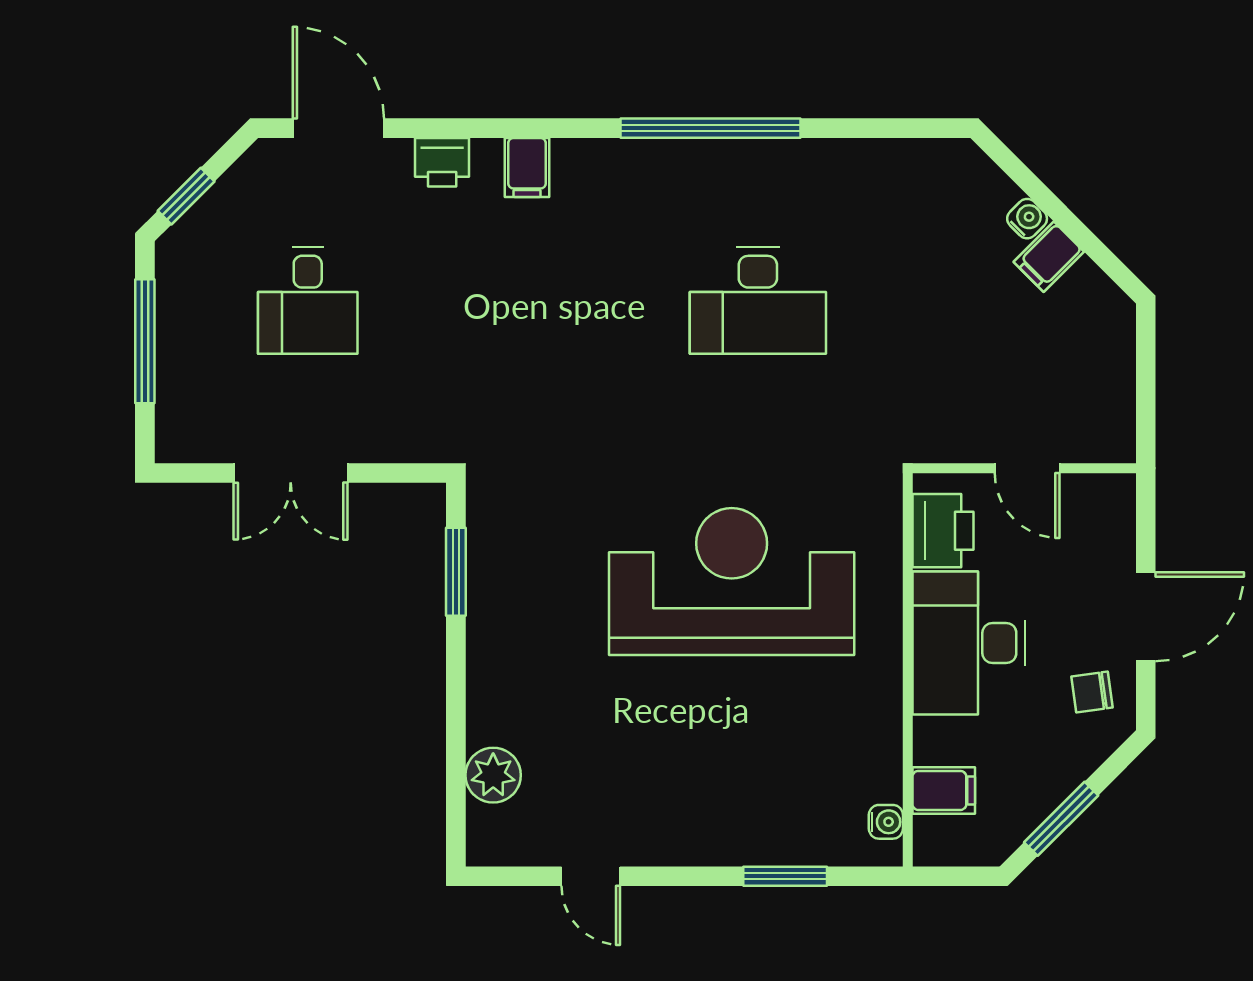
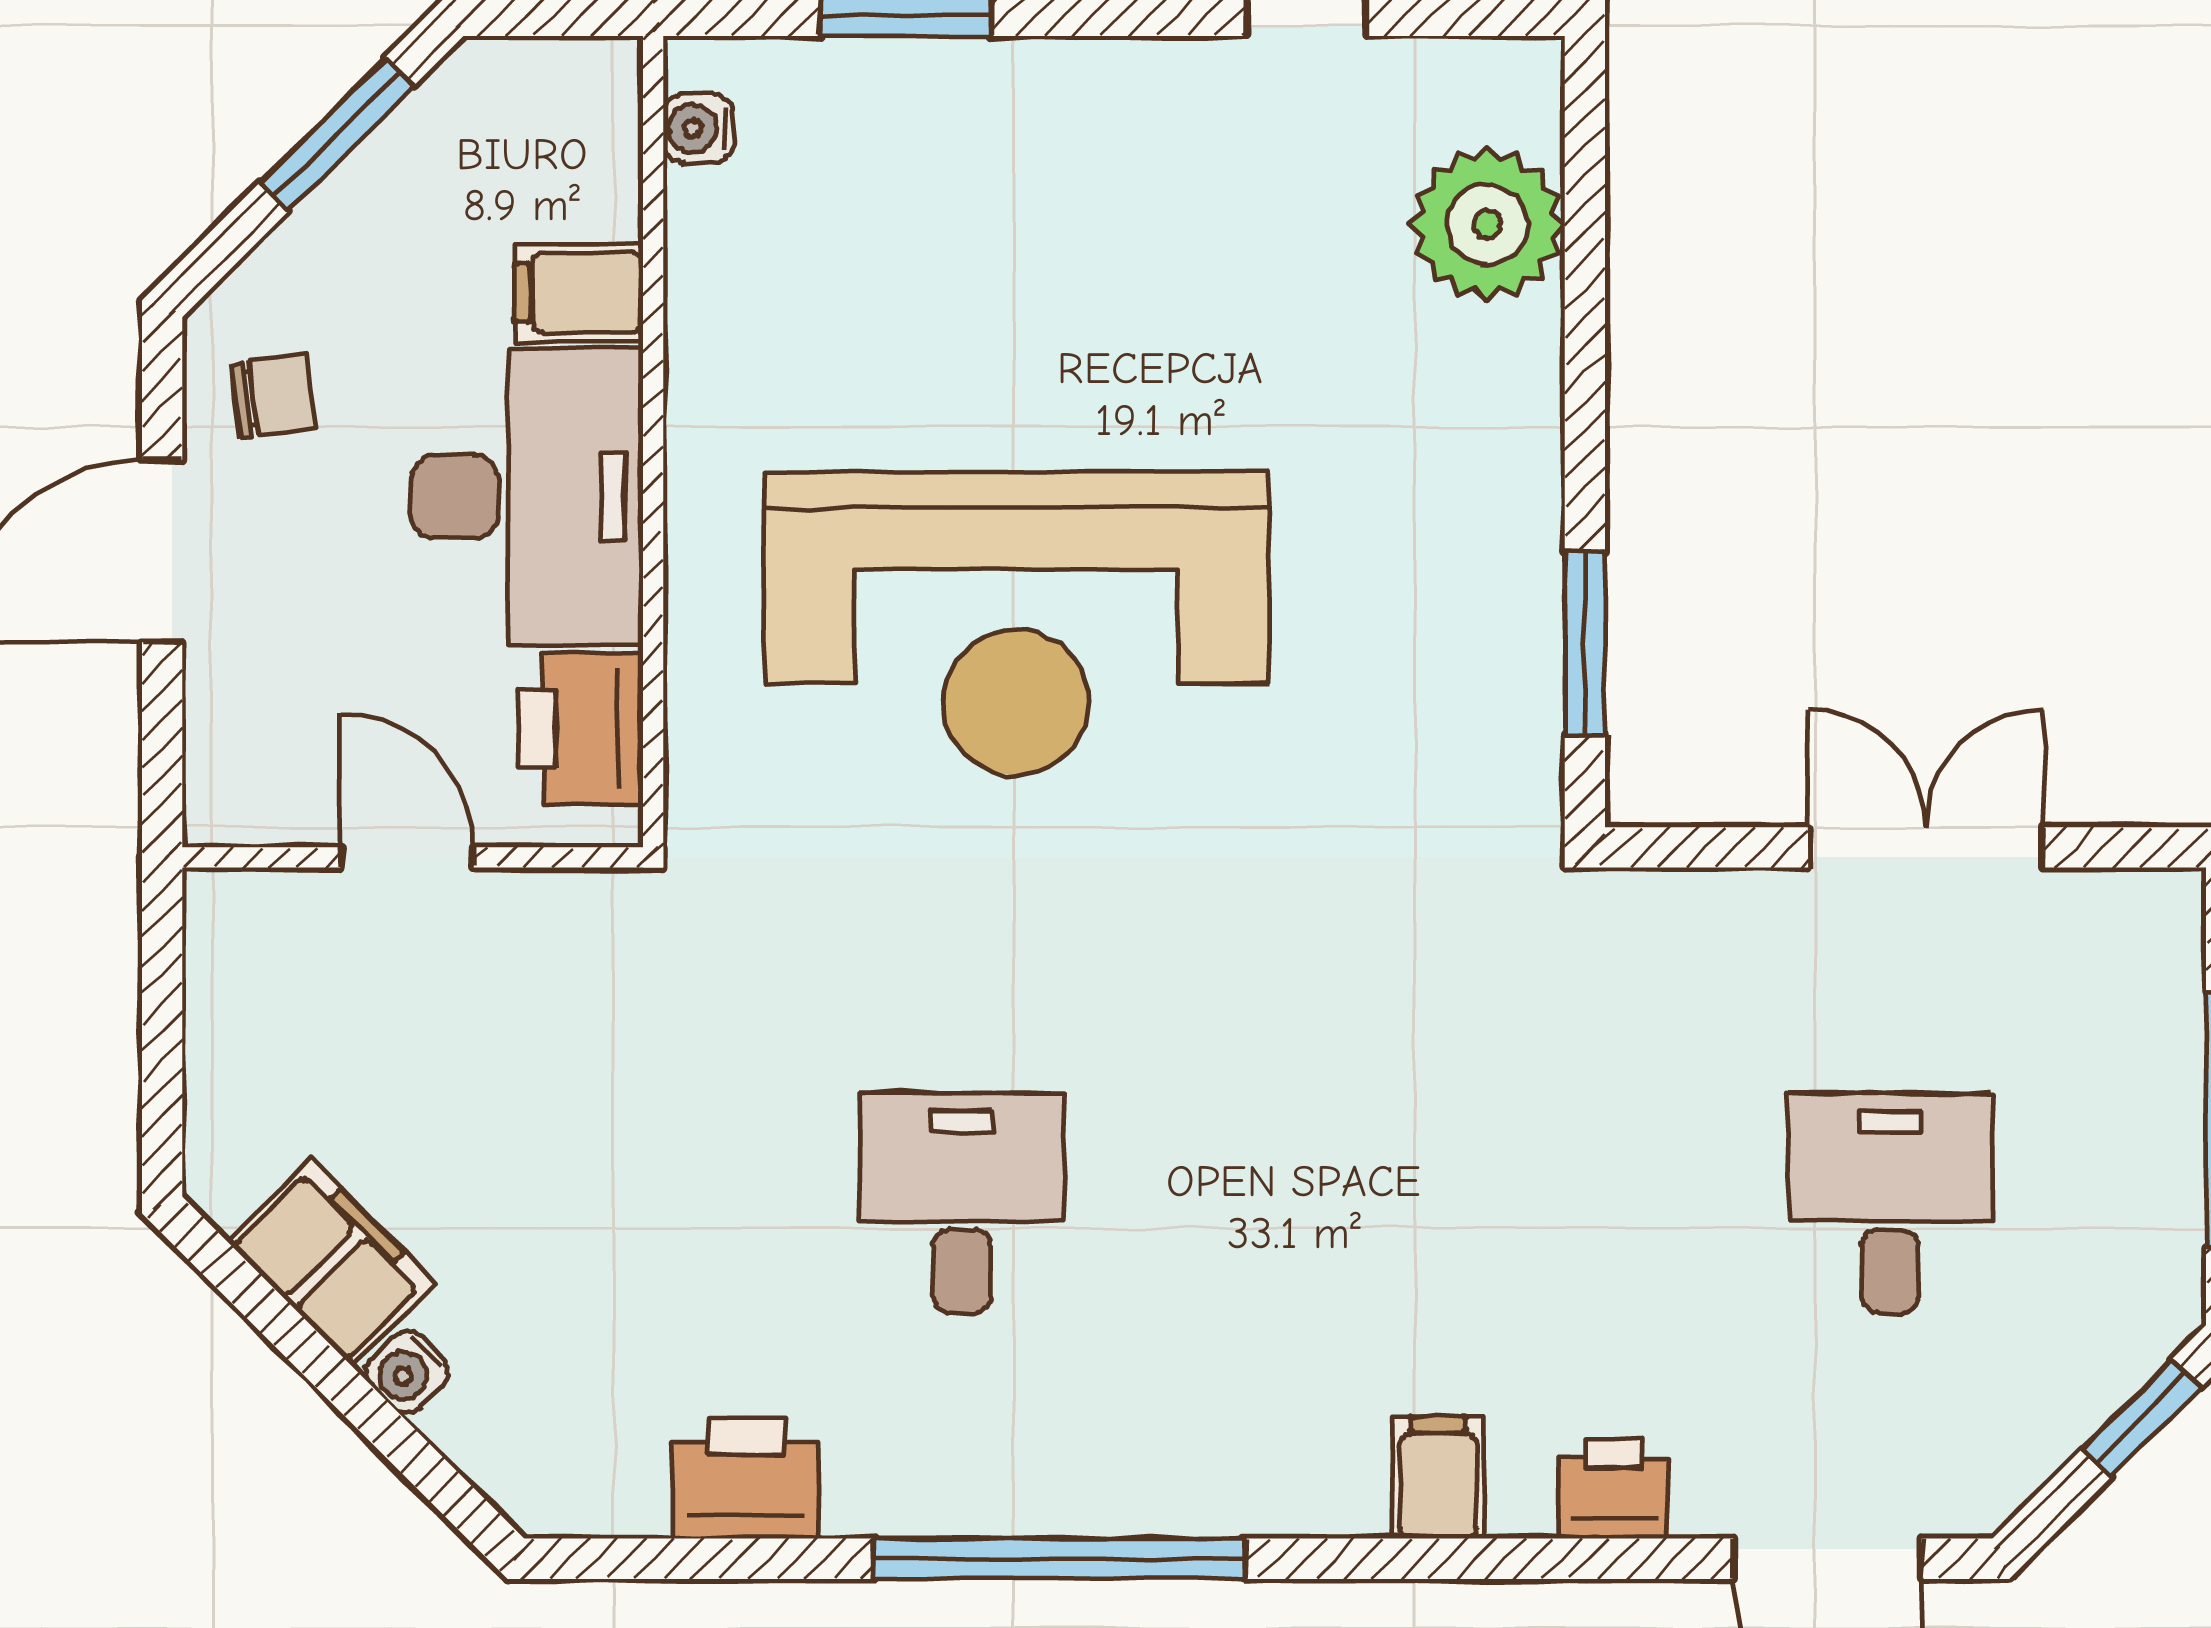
printer: (863, 167) -> (746, 1478), added
filing cabinet: (1049, 257) -> (331, 1262), width x2.00
desk: (758, 301) -> (962, 1203), width x0.73
plant: (493, 775) -> (1487, 224), width x1.36, depth x1.36
filing cabinet: (944, 790) -> (579, 293), moved

